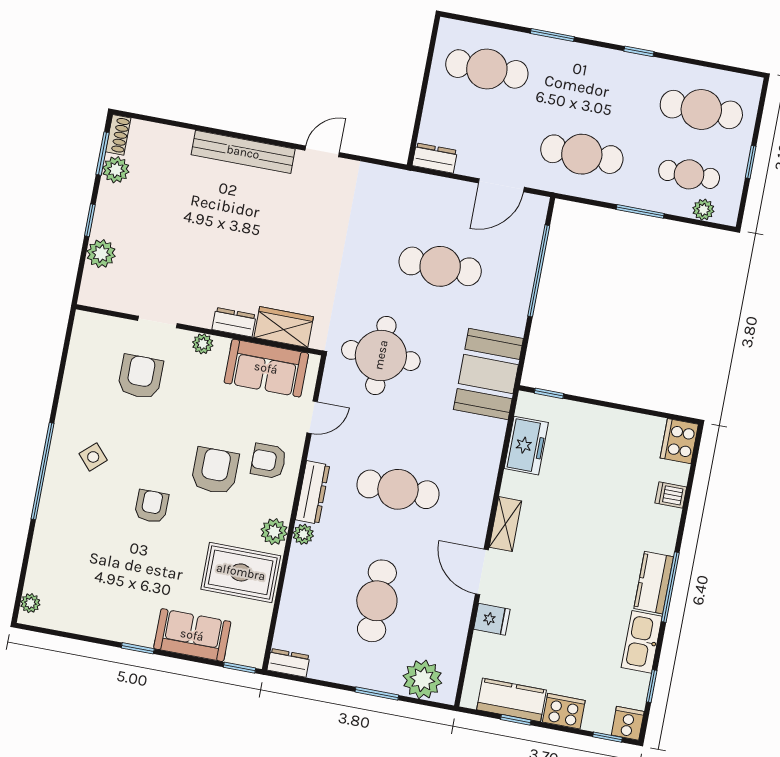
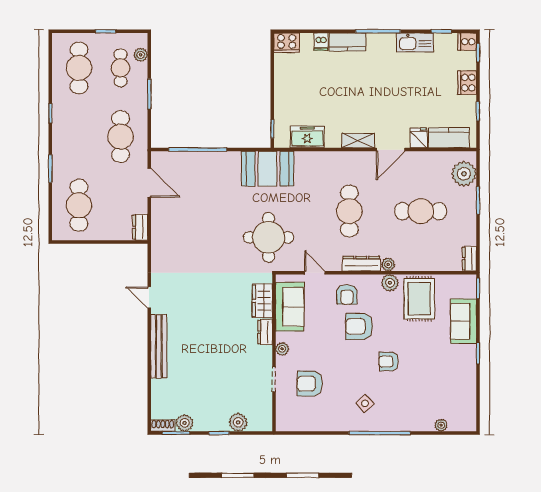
cafe table: (440, 266) -> (206, 211), removed
kitchen counter: (654, 583) -> (347, 42), moved
plant: (30, 603) -> (441, 425), moved
kitchen counter: (512, 700) -> (449, 138), moved, turned 90

